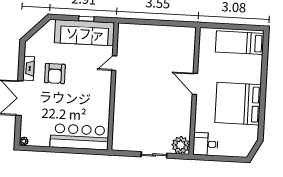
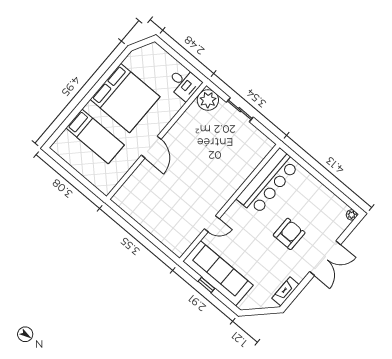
bed: (240, 43) -> (95, 136), moved
fireplace: (29, 68) -> (285, 291), moved
armchair: (55, 74) -> (289, 234), moved
bar counter: (79, 137) -> (268, 182), moved, turned -90

